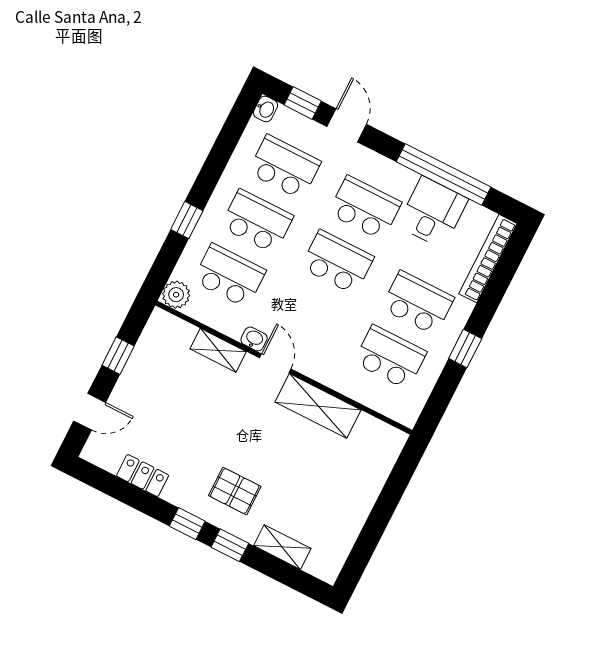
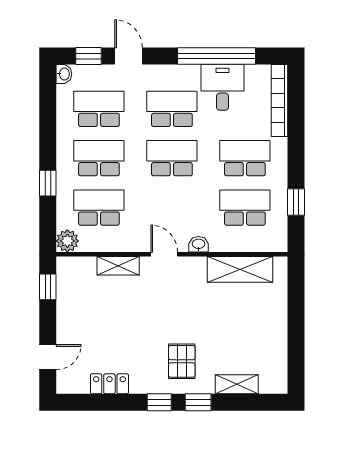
washbasin: (254, 339) -> (199, 244), moved
window: (465, 348) -> (296, 202), moved
window: (118, 356) -> (48, 287), moved
shelving: (318, 406) -> (240, 269), moved
pallet: (235, 491) -> (182, 361), turned 90

